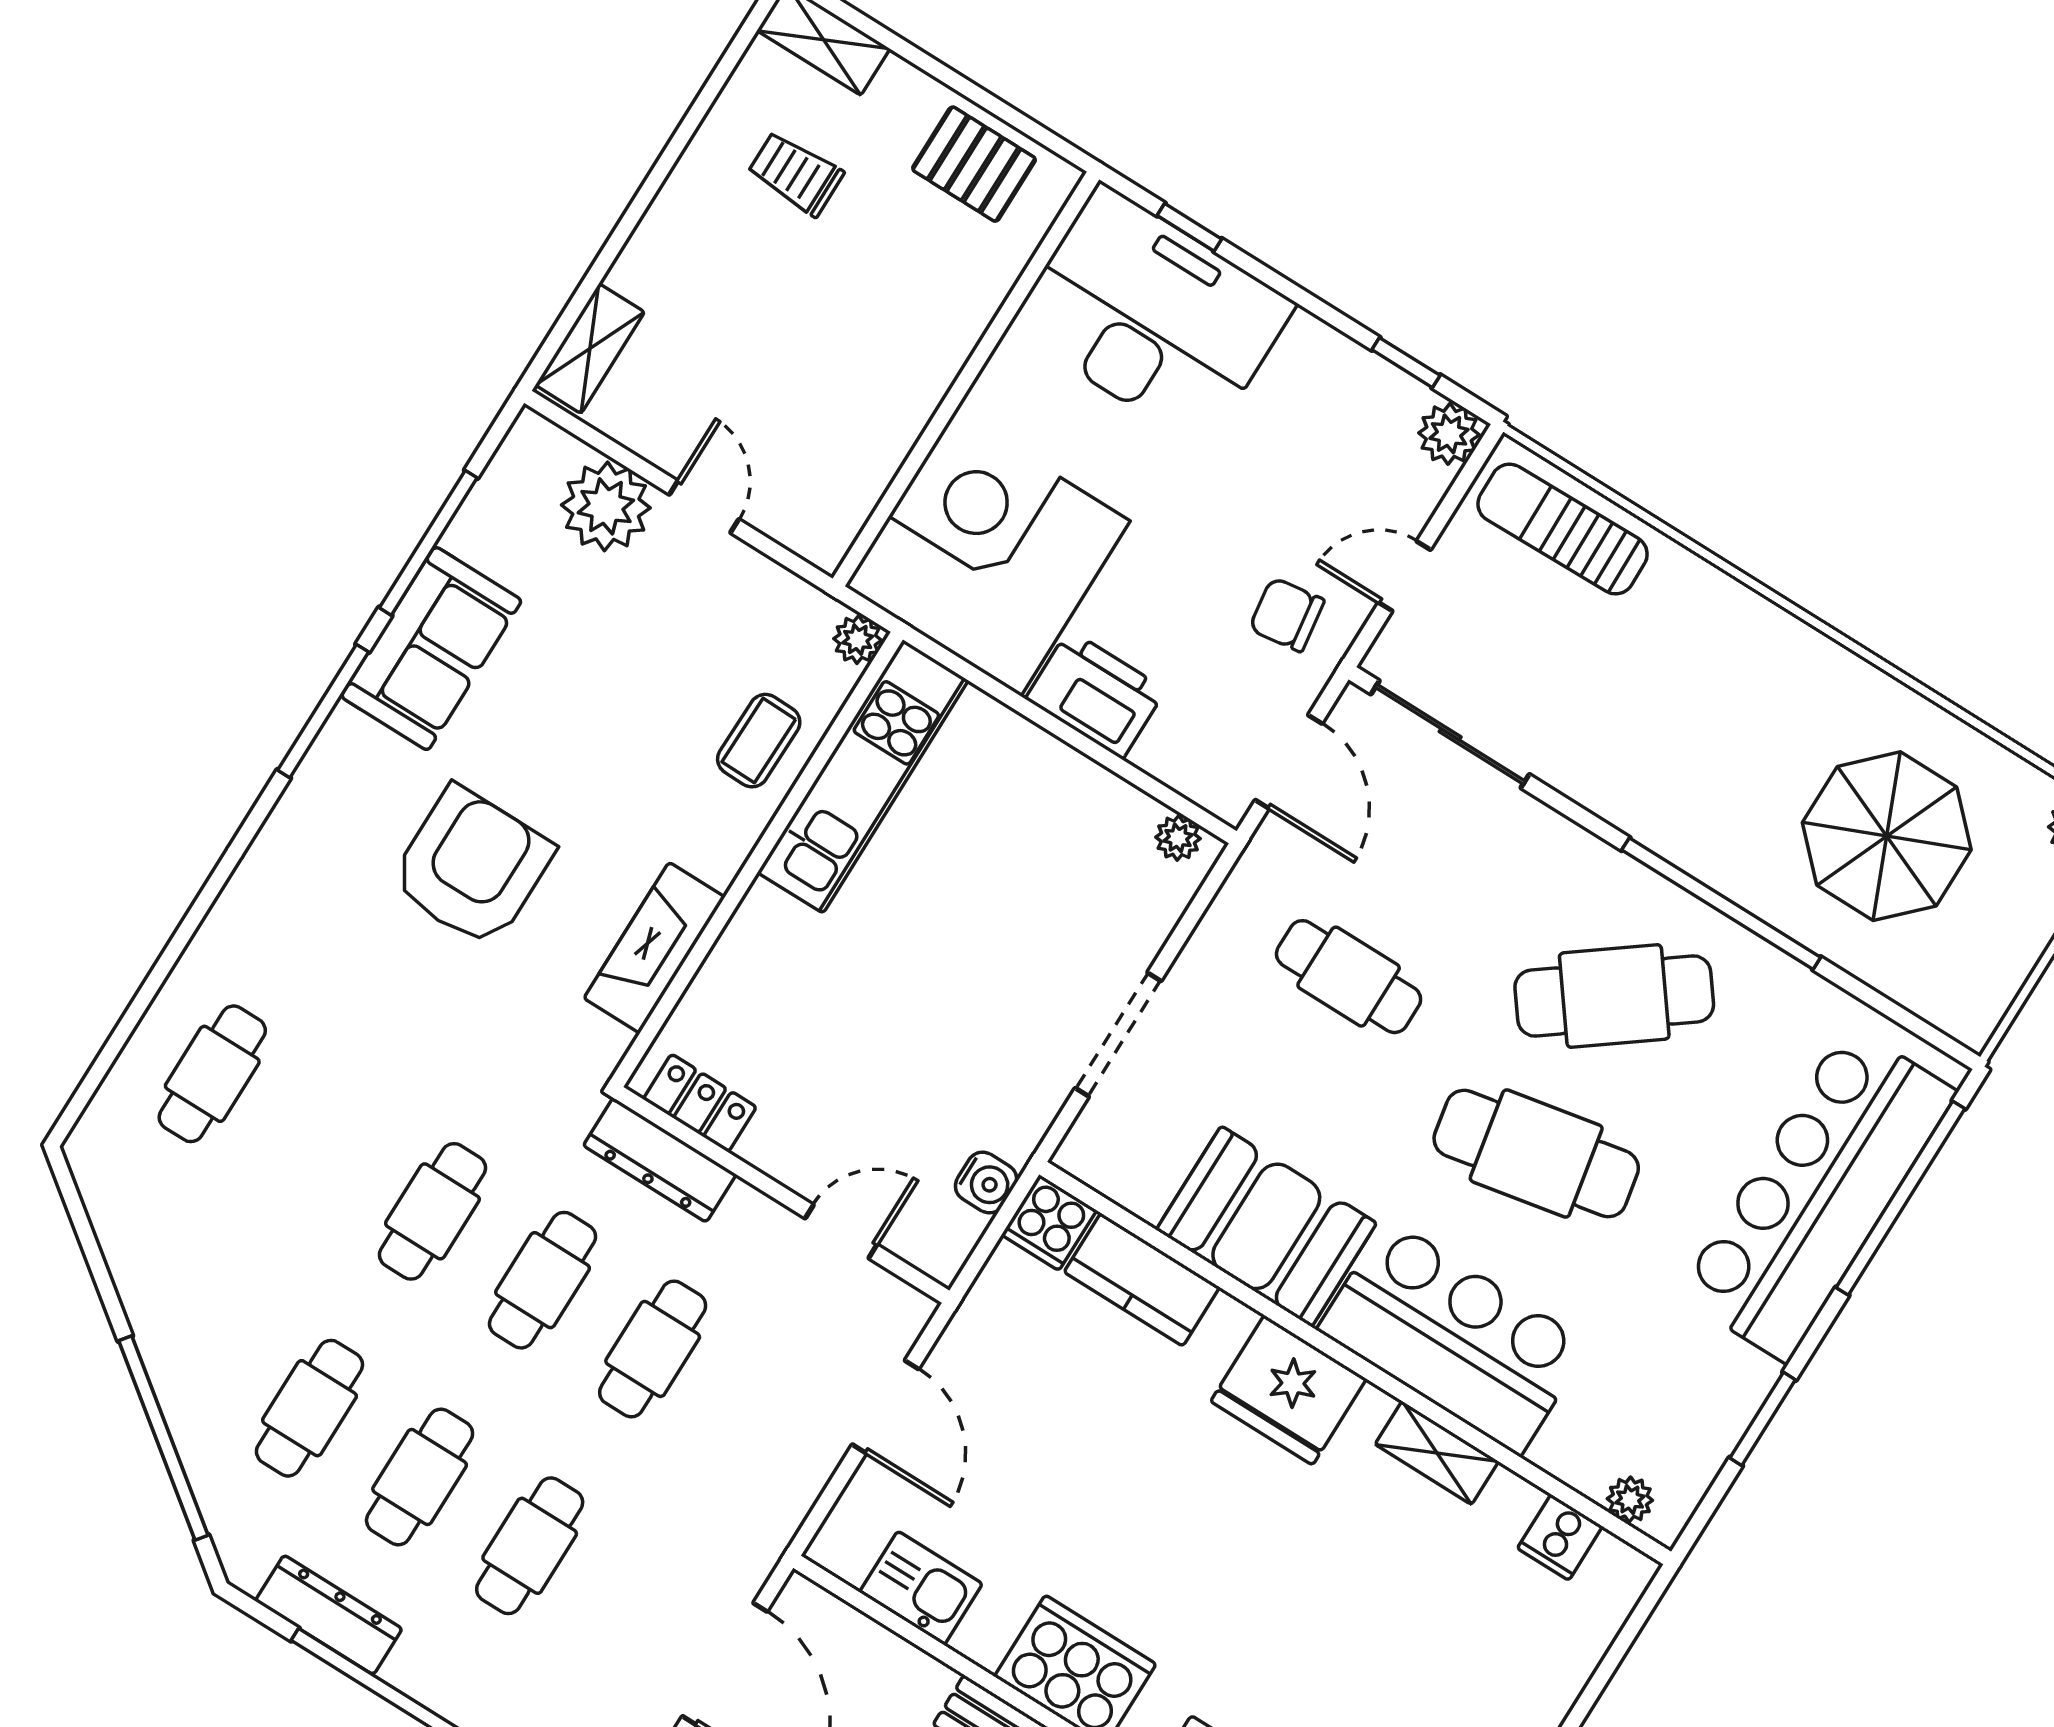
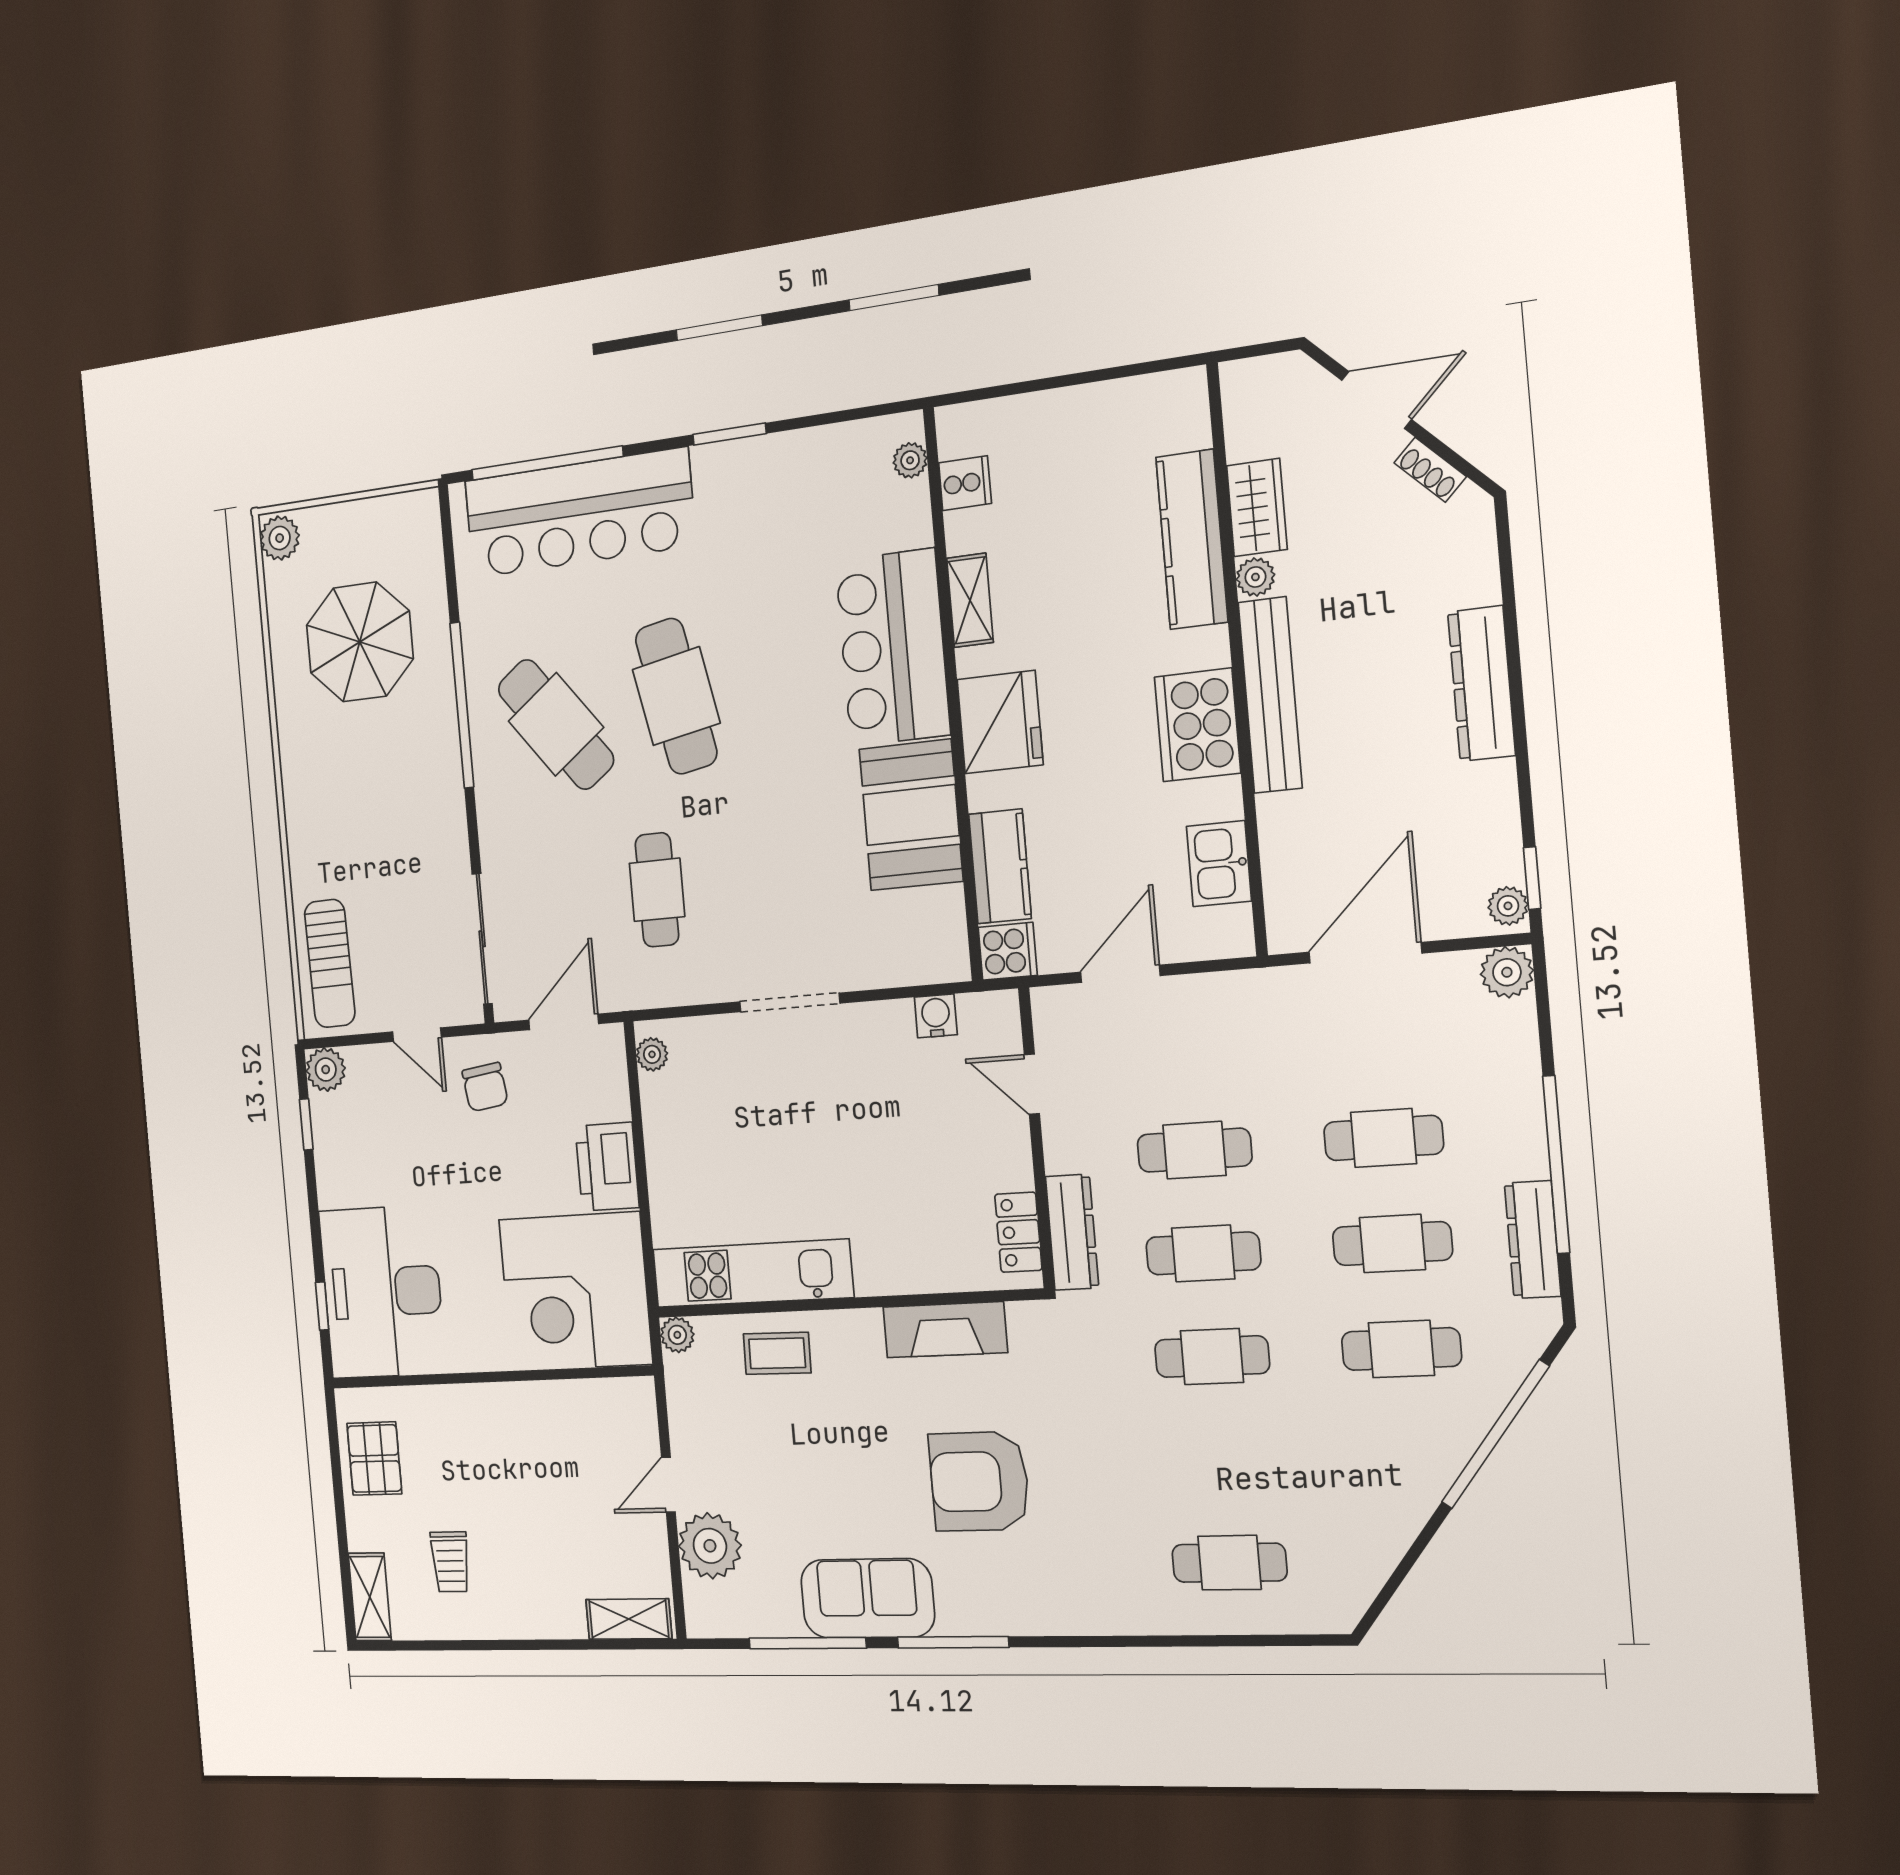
cooker: (1049, 1222) -> (1008, 951), moved
booth: (1266, 1226) -> (911, 815), moved
kitchen counter: (1142, 1280) -> (1000, 866), moved
bar counter: (1453, 1337) -> (893, 648), moved
wall: (1355, 1363) -> (953, 695), moved
fridge: (1289, 1390) -> (1000, 722), moved
shelving: (1437, 1453) -> (970, 600), moved
plant: (1630, 1500) -> (910, 460), moved
cooker: (1560, 1537) -> (965, 483), moved

